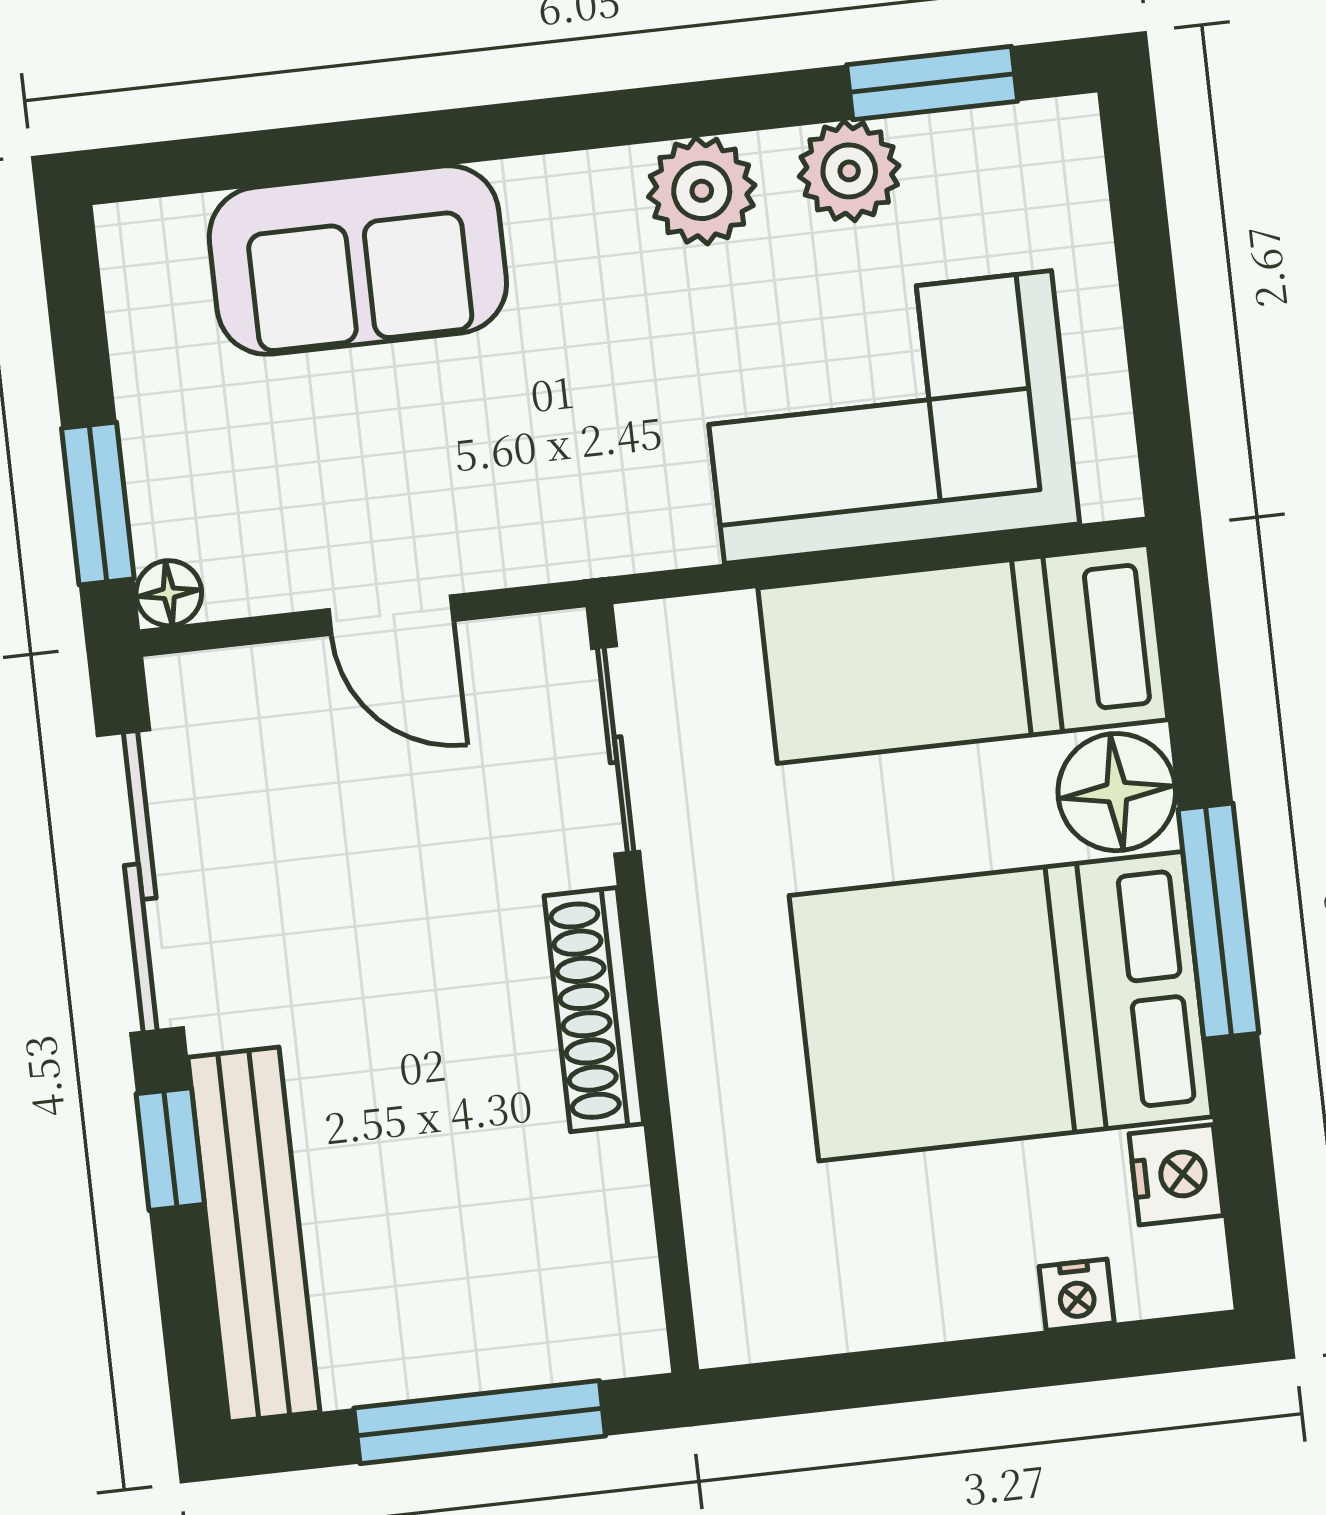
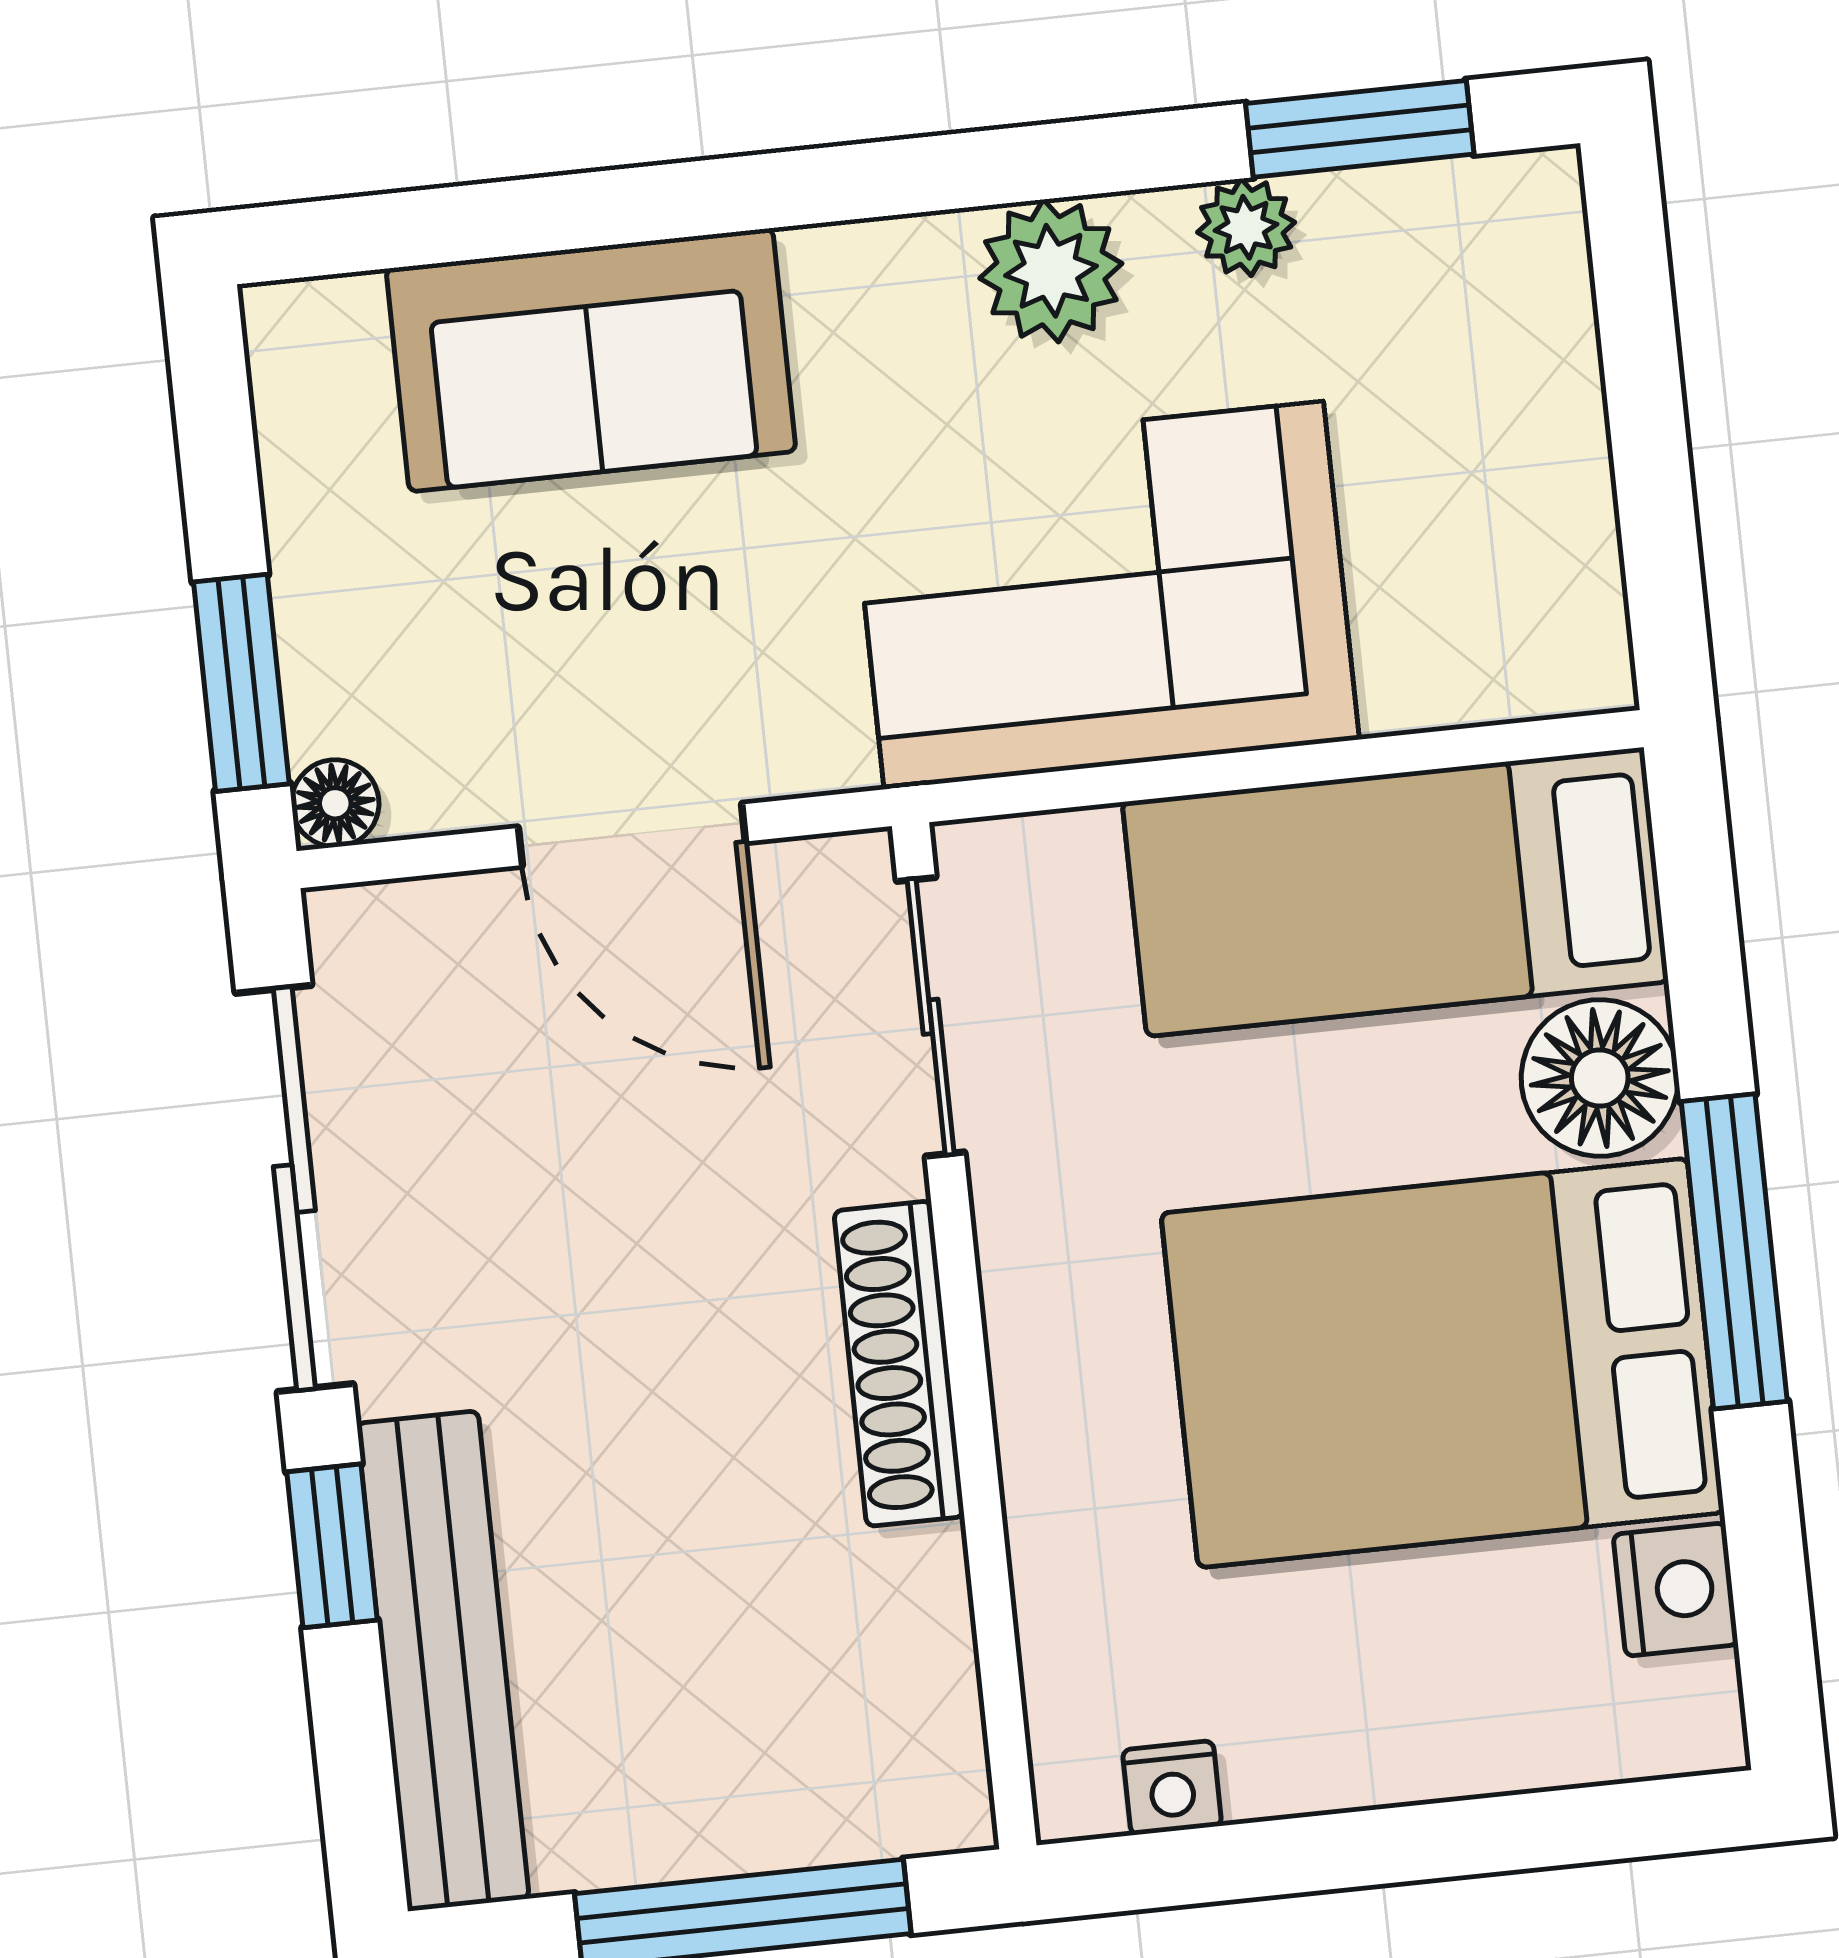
plant: (849, 171) -> (1246, 227), width x0.73, depth x0.73
corner sofa: (888, 417) -> (1104, 595), moved
door: (391, 615) -> (632, 835), width x1.38
nightstand: (1077, 1295) -> (1172, 1788), moved

